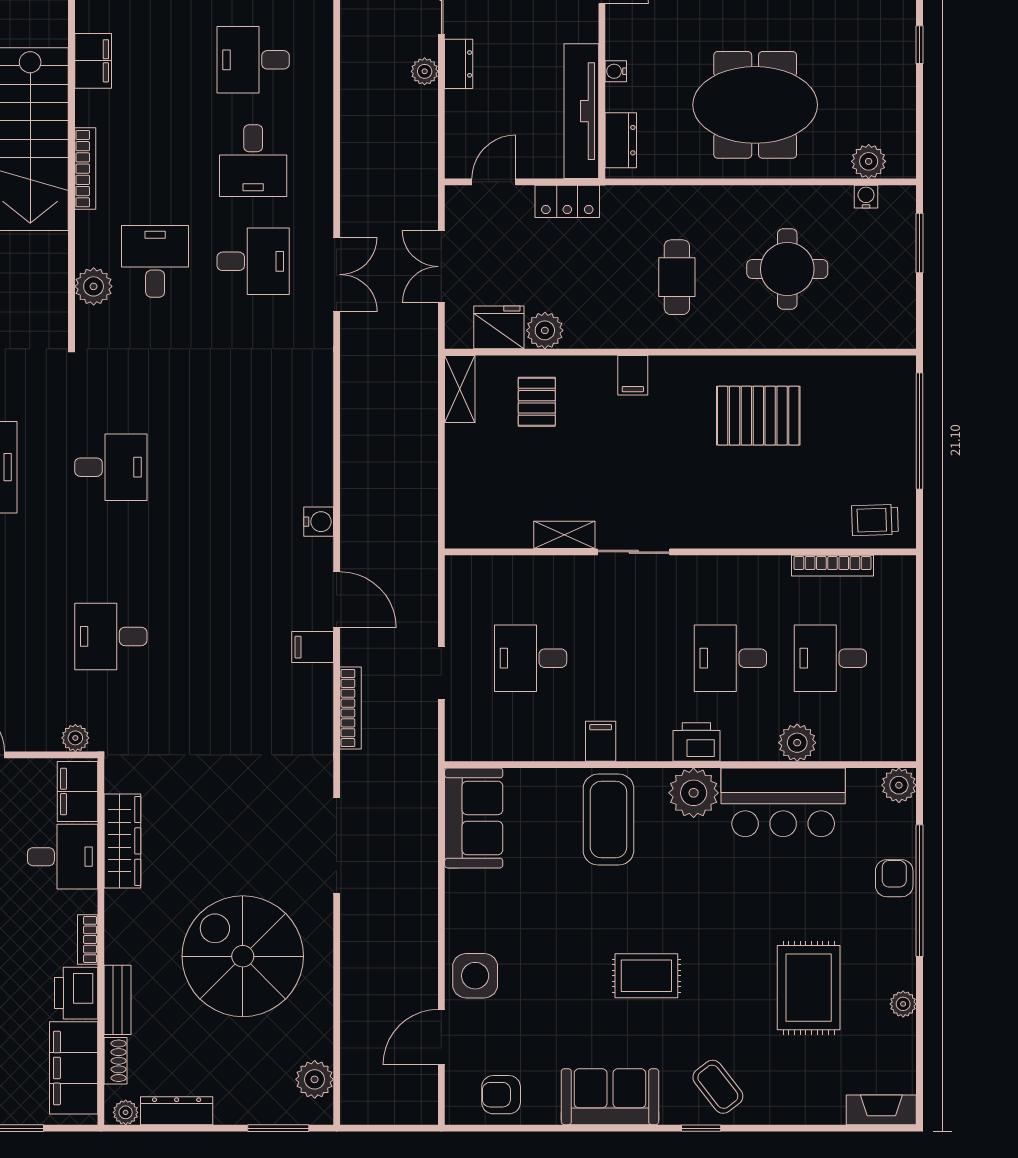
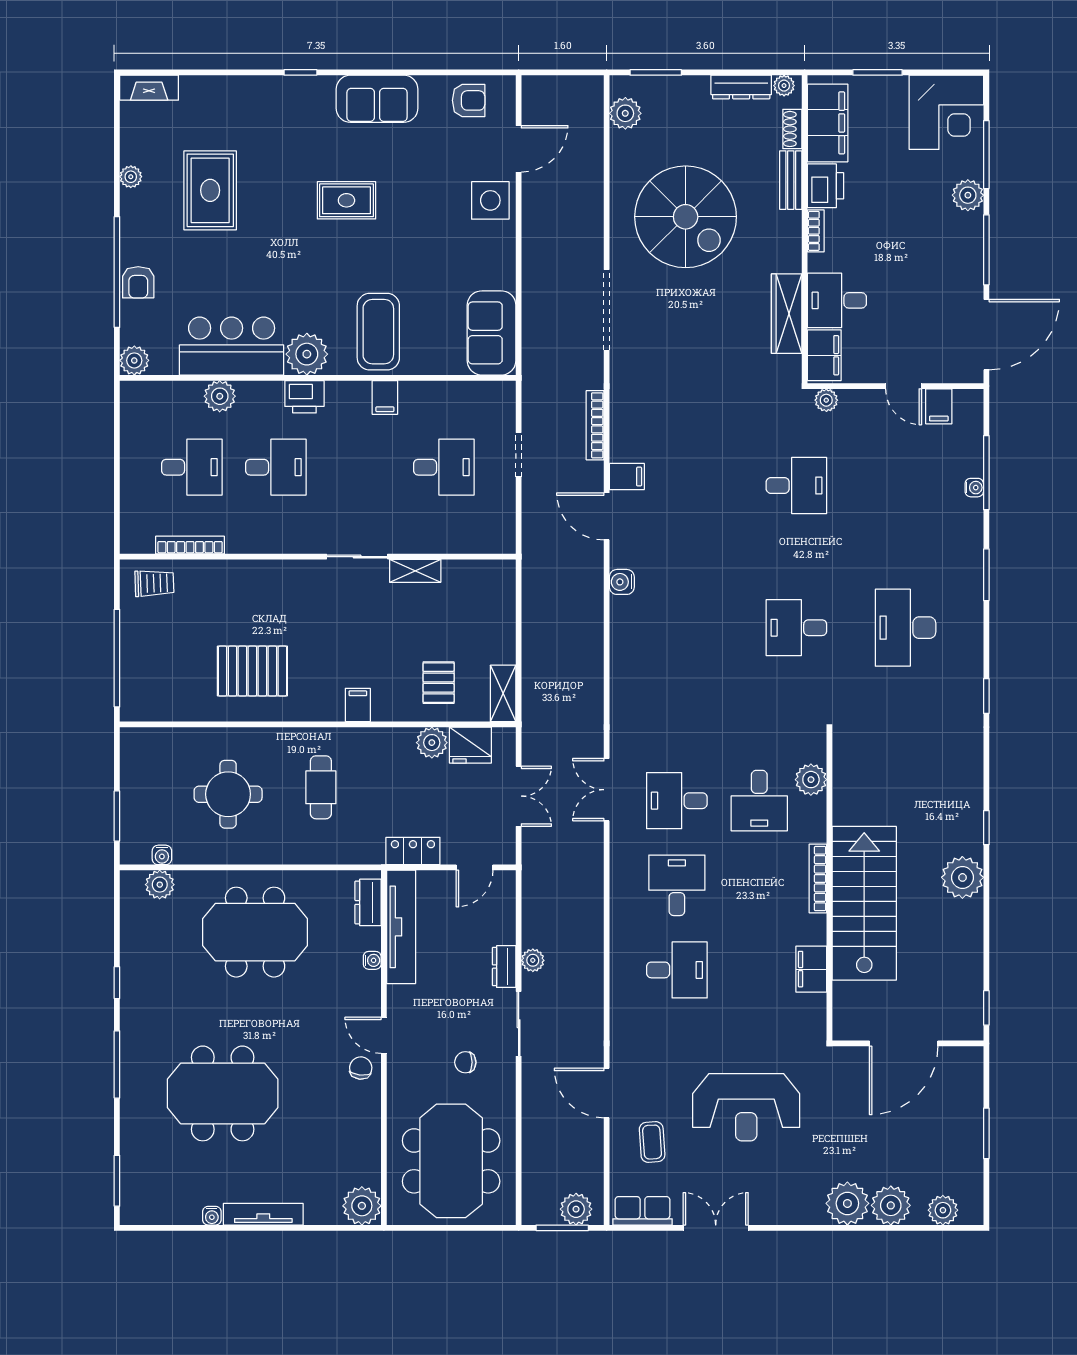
coffee table: (718, 1087) -> (286, 107), removed

